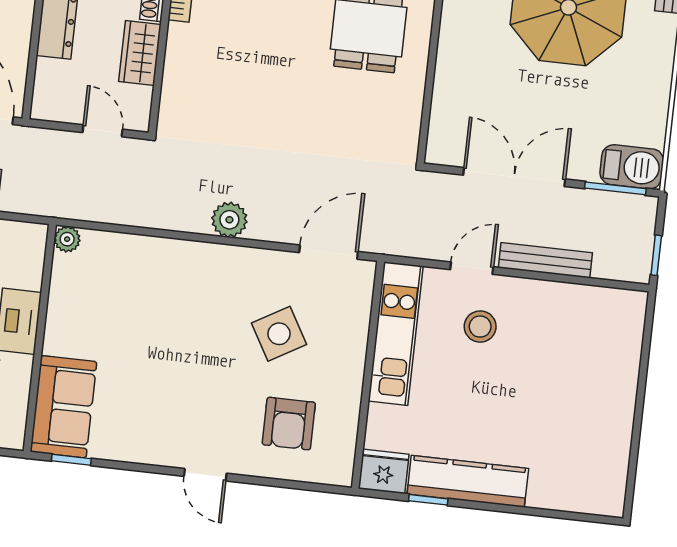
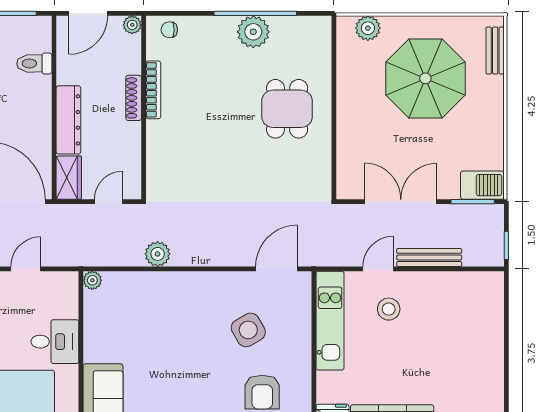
wardrobe: (140, 53) -> (69, 178), moved, turned 180
door: (103, 131) -> (109, 202), hinge flipped
plant: (229, 220) -> (158, 254), moved

